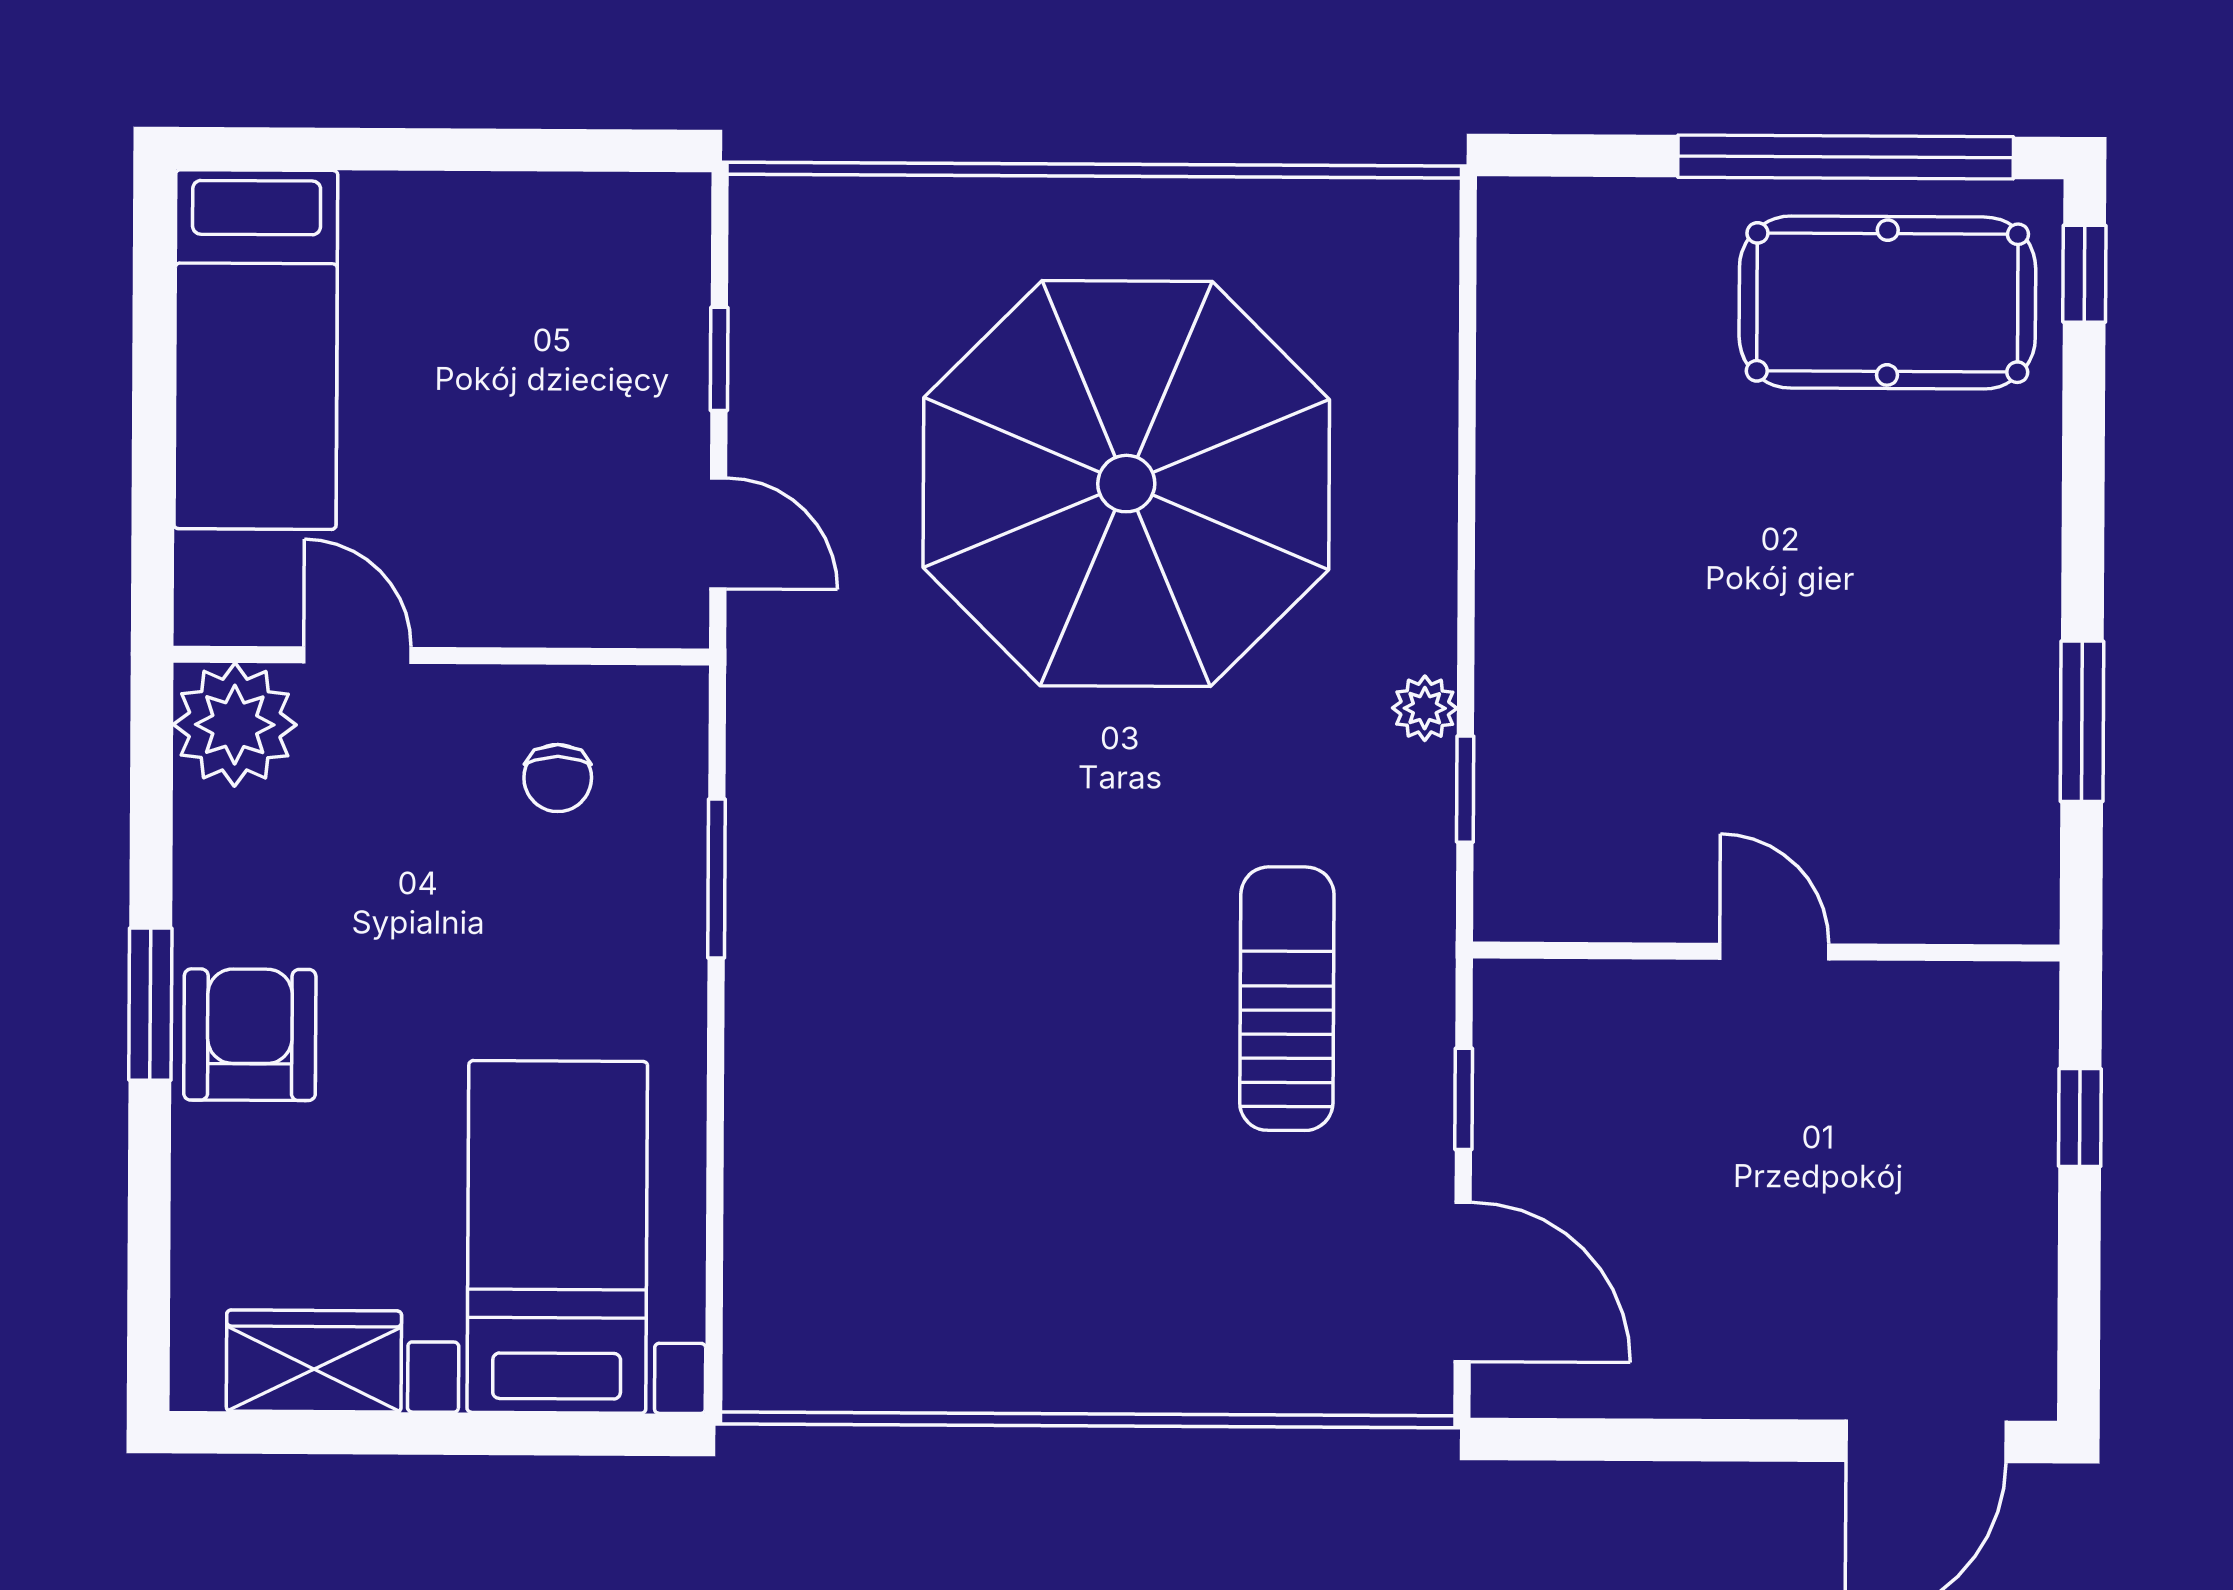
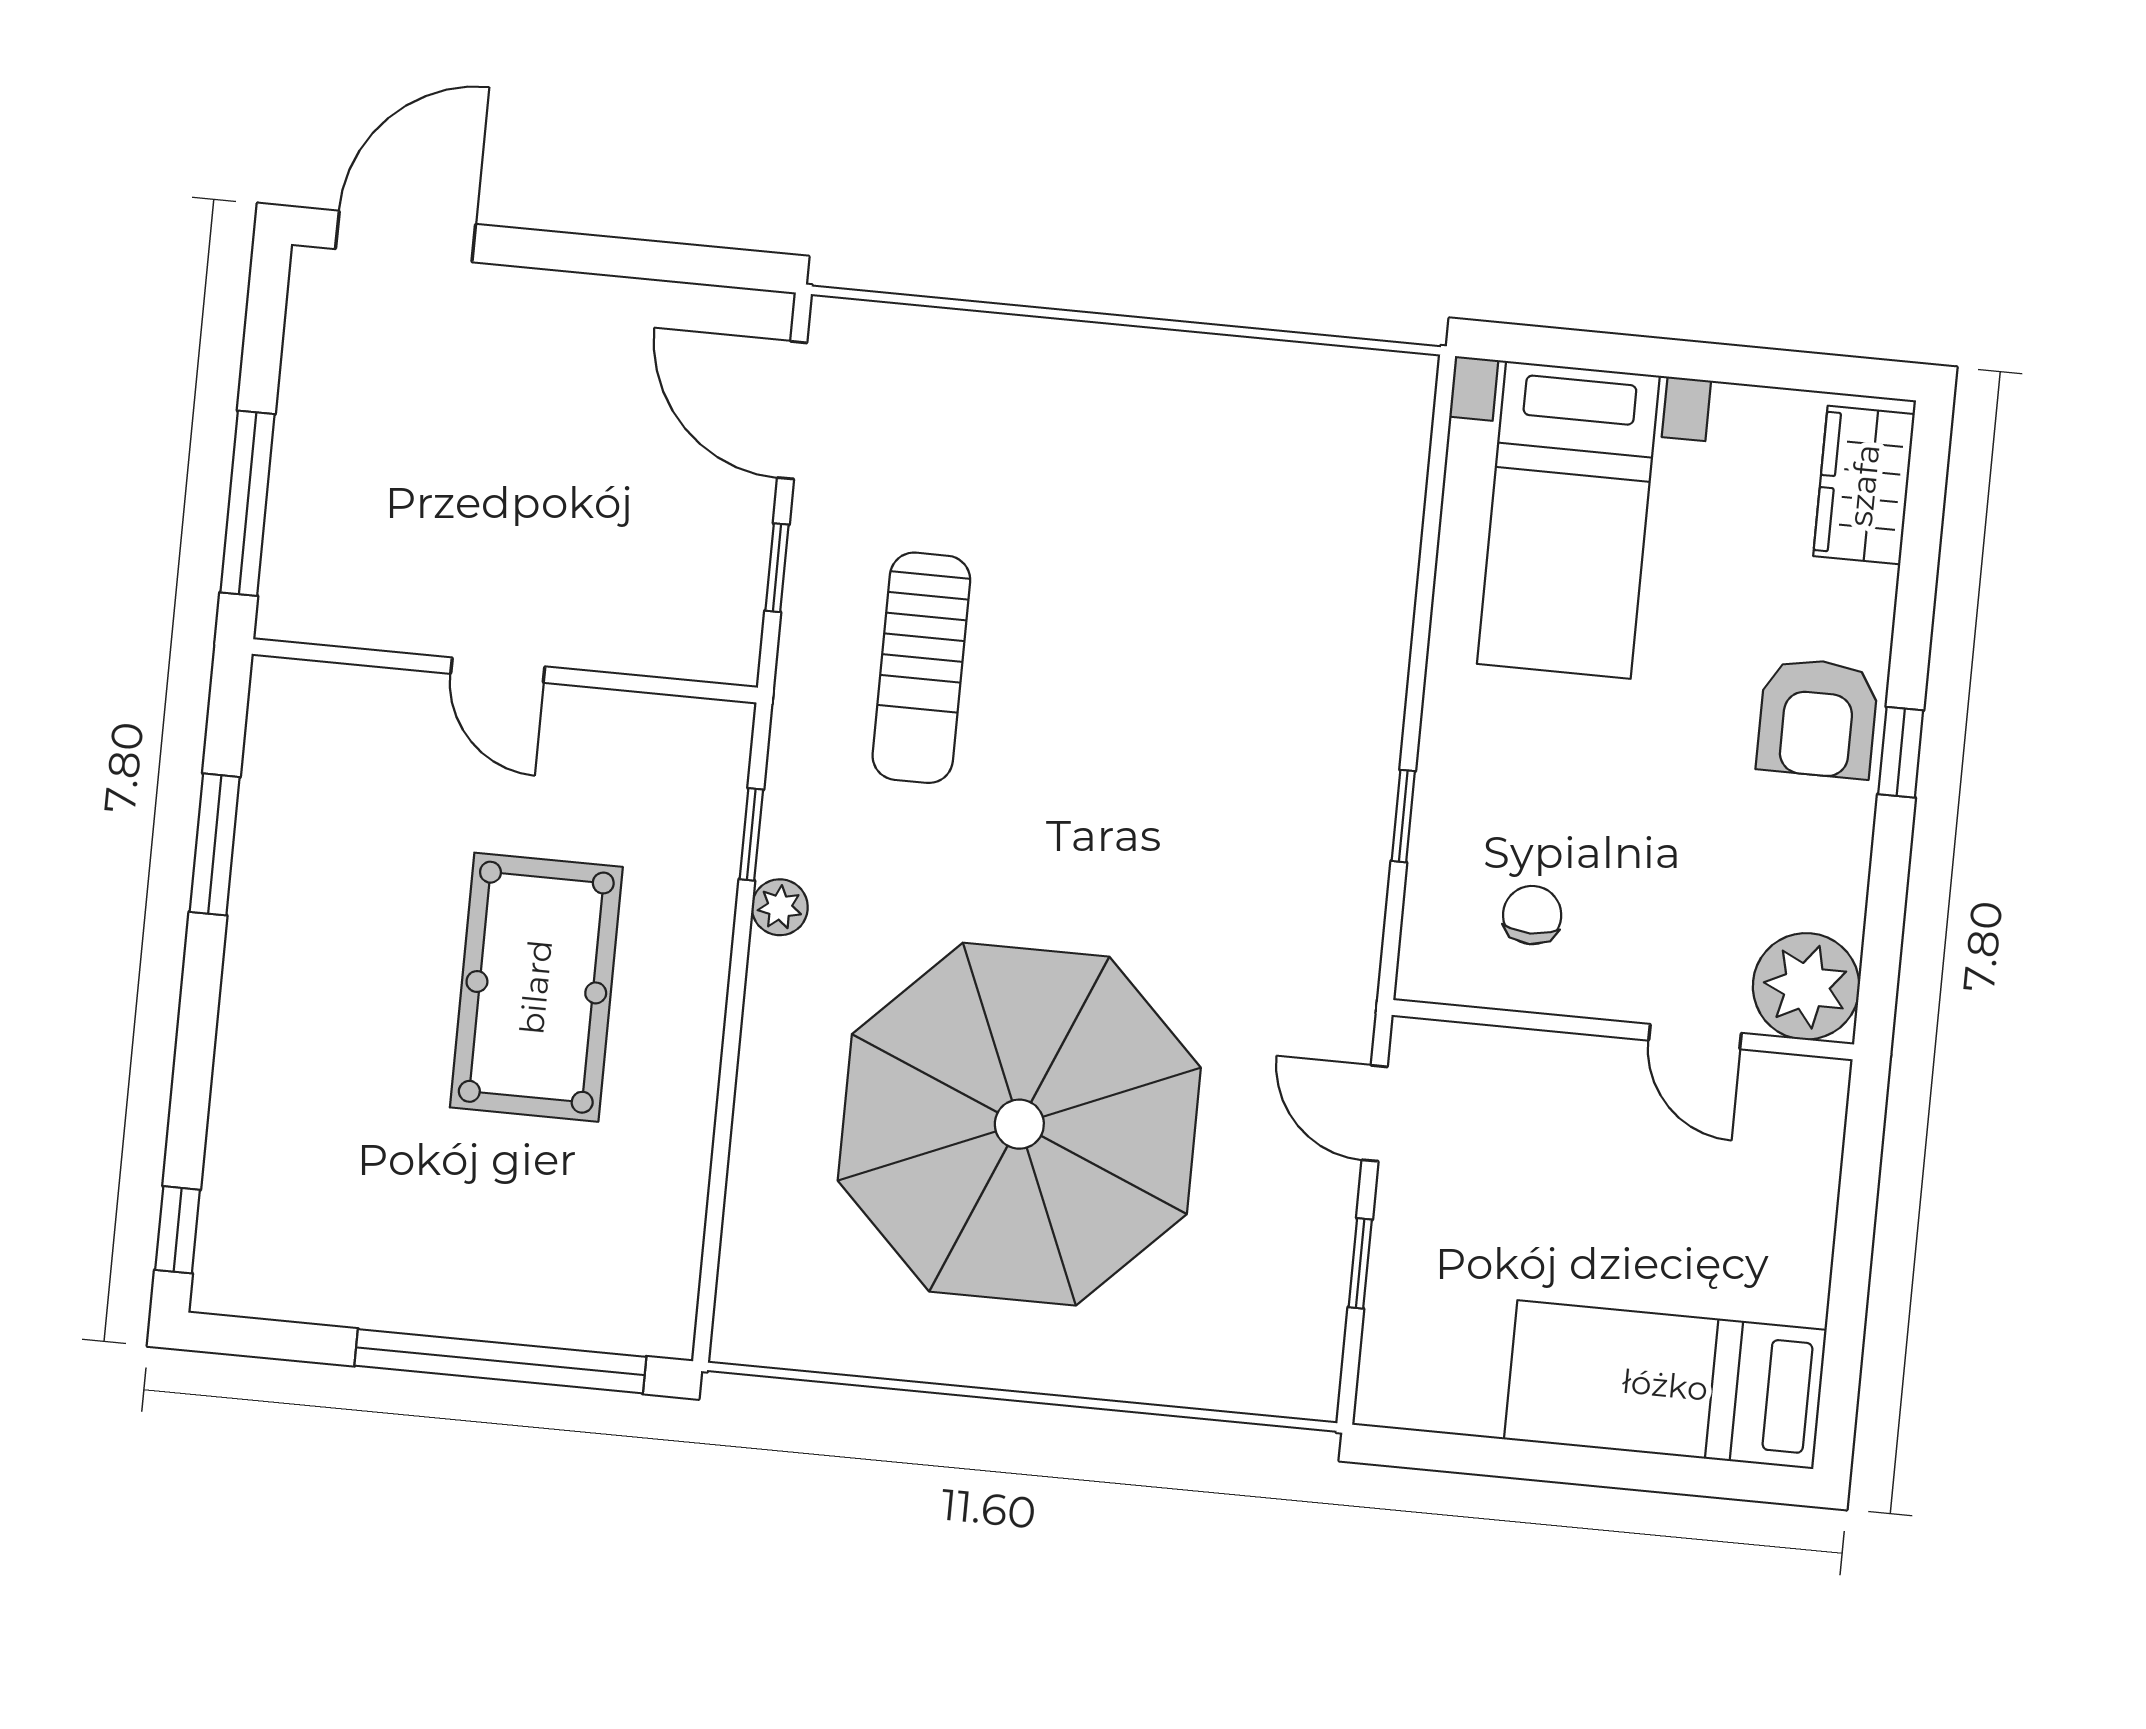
window: (1846, 157) -> (500, 1361), moved
pool table: (1887, 303) -> (536, 987), moved, turned 90
bed: (256, 350) -> (1665, 1385), moved, turned -90
window: (716, 879) -> (1403, 816), width x0.67
window: (150, 1004) -> (1901, 752), width x0.67
window: (2080, 1117) -> (248, 503), width x2.17
wardrobe: (314, 1361) -> (1864, 485), moved, turned 90

